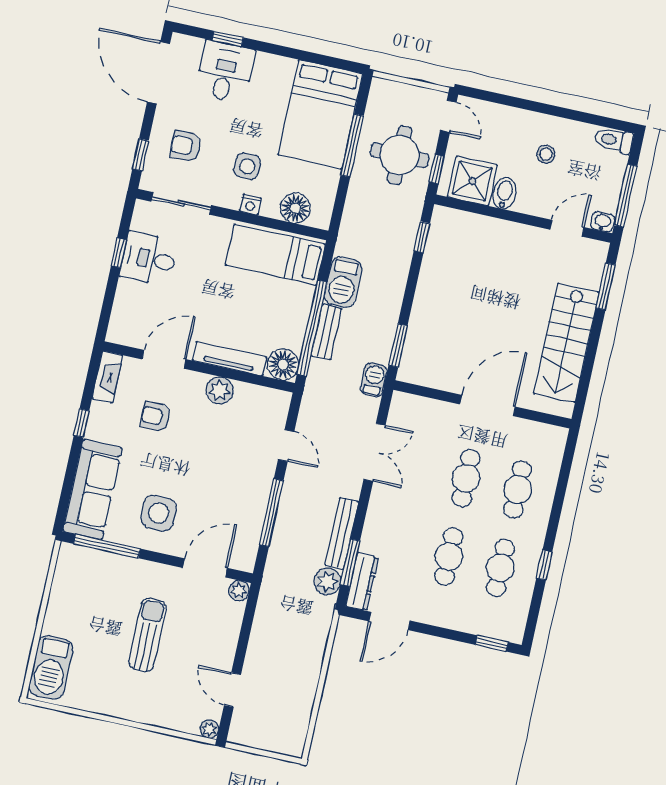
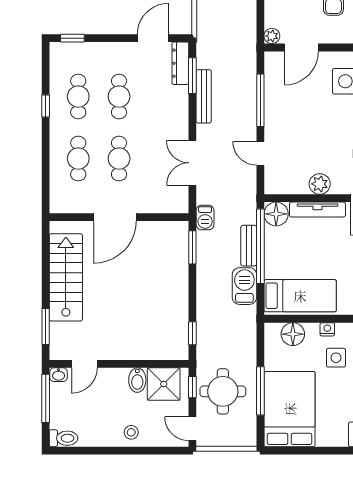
stool: (546, 154) -> (131, 432), moved
plant: (327, 581) -> (207, 58), removed

